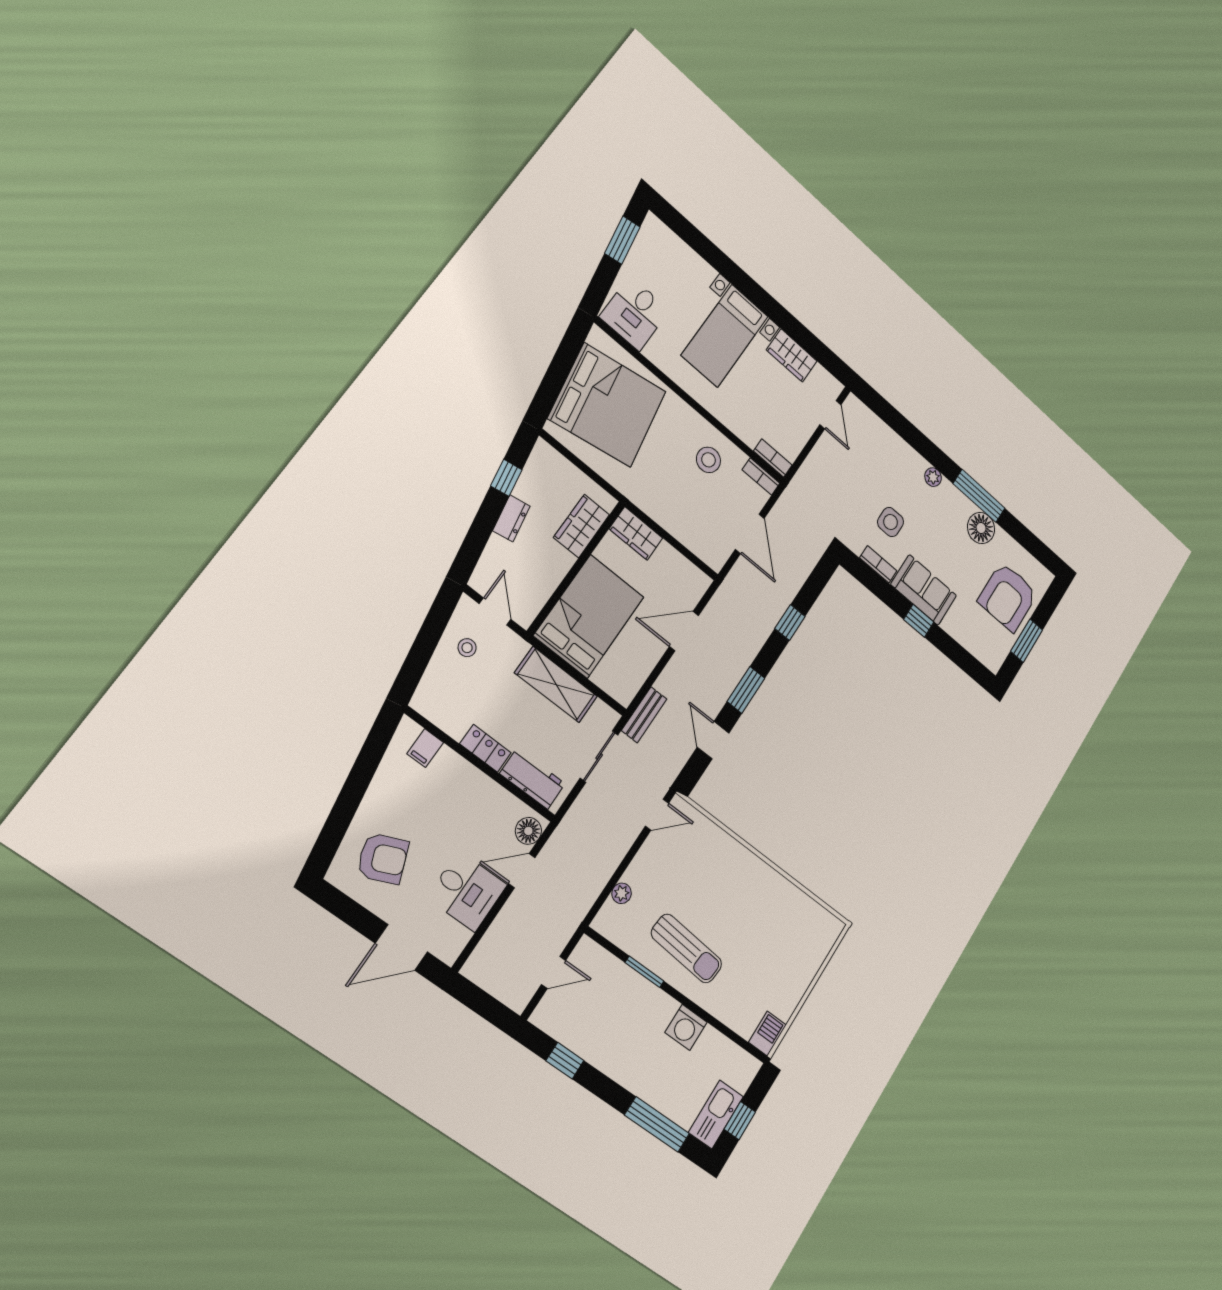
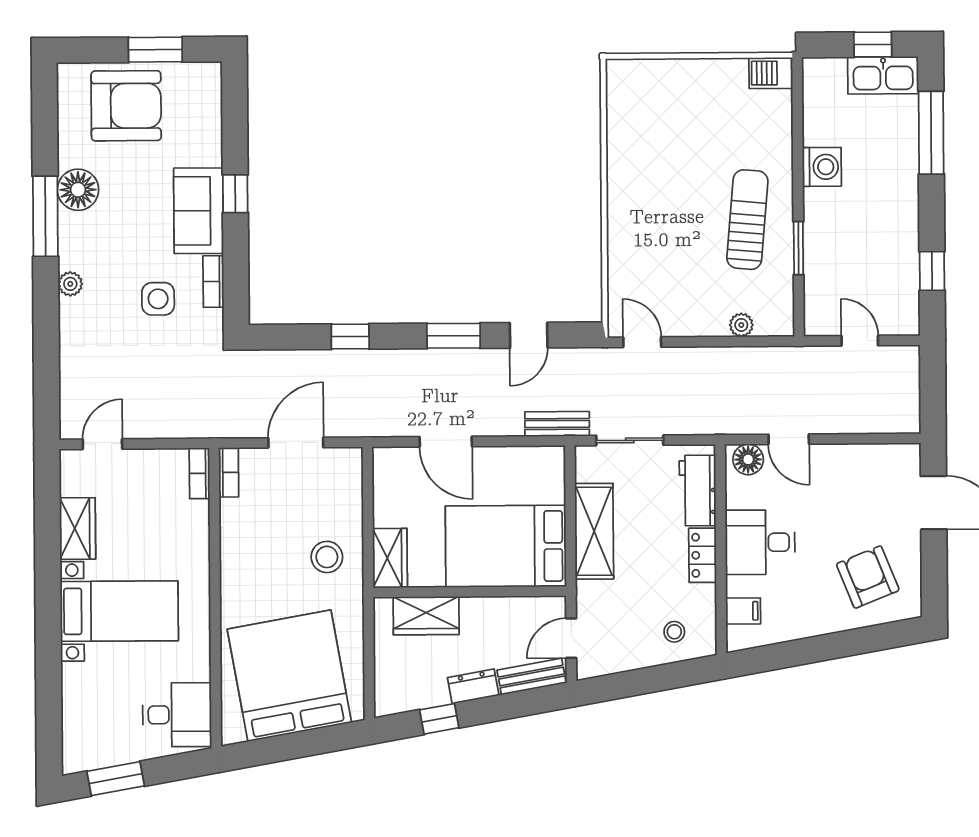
stool: (708, 460) -> (327, 557), moved
bench: (489, 563) -> (532, 676), added
stool: (467, 648) -> (674, 632), moved
desk: (467, 891) -> (760, 542), moved, turned -90

